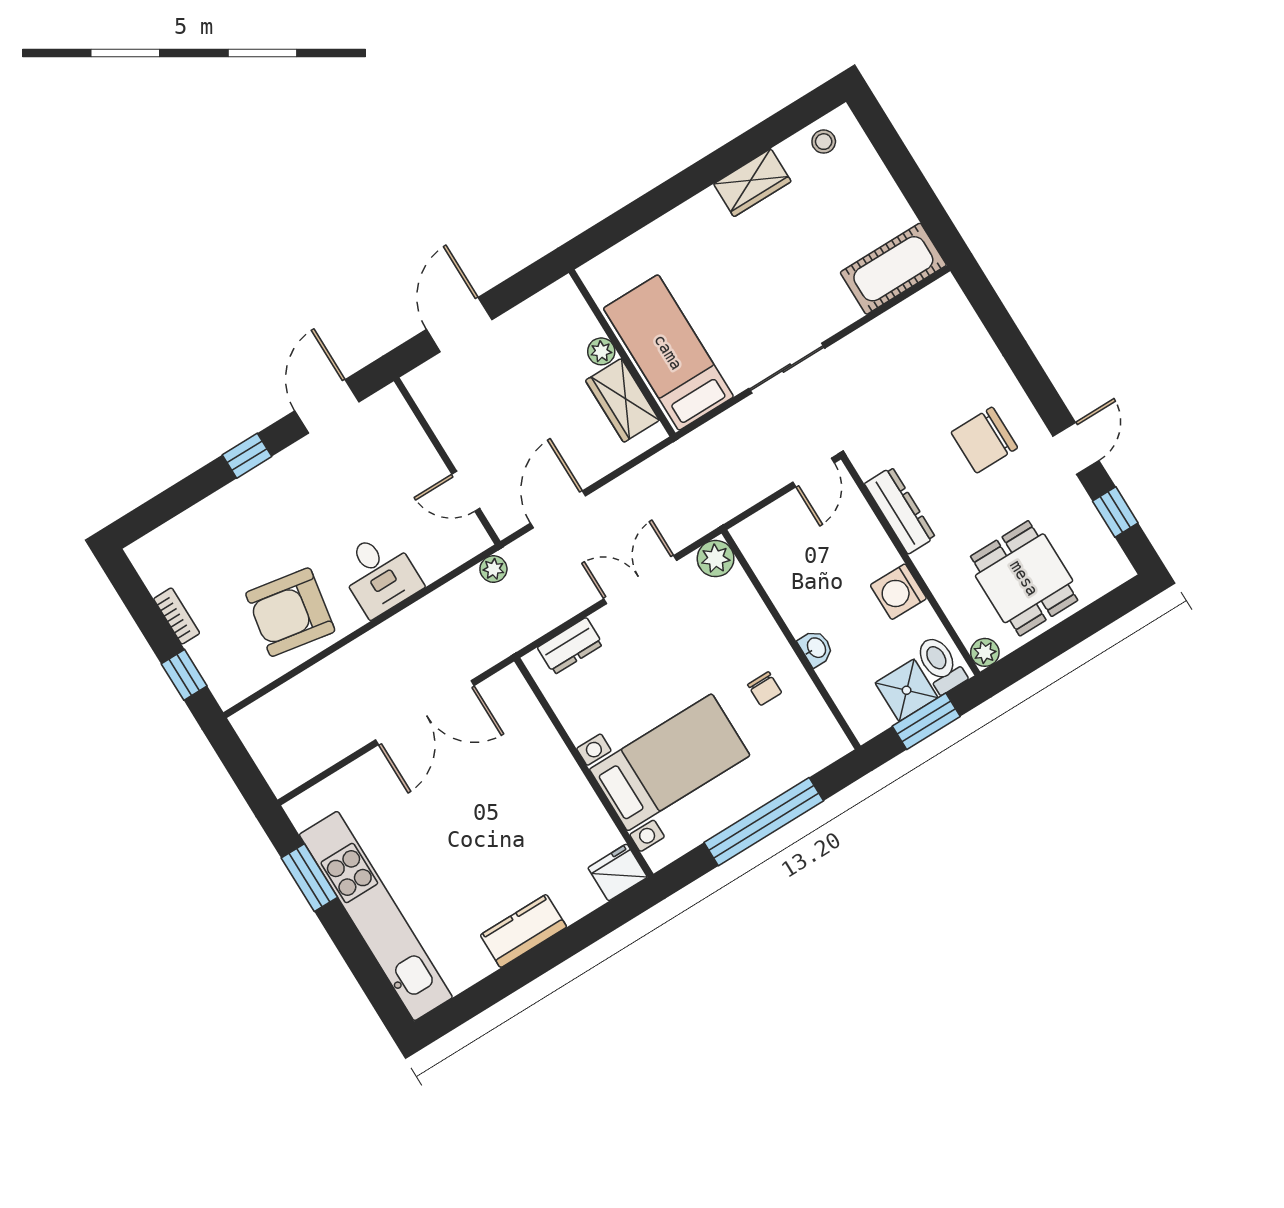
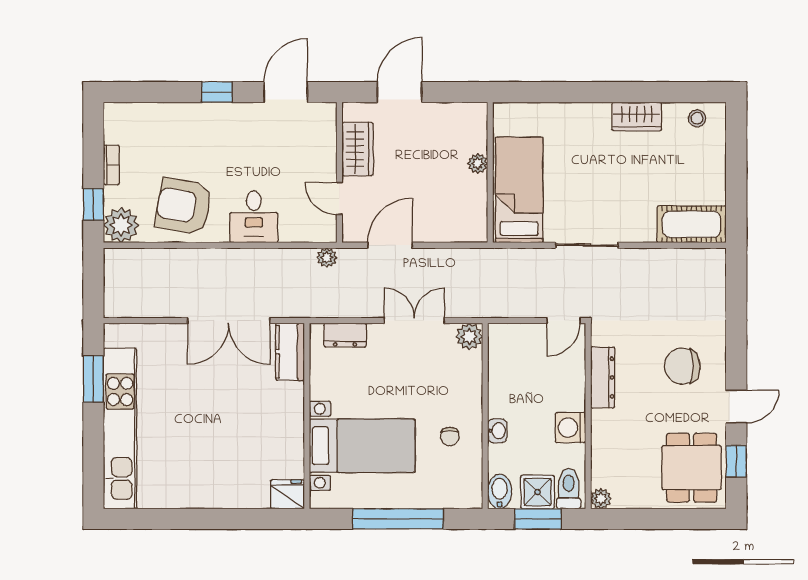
wardrobe: (622, 400) -> (358, 149), moved, turned 180
dining table: (1024, 578) -> (692, 468), moved
plant: (231, 679) -> (121, 225), added
bidet: (862, 717) -> (500, 492), added
kitchen counter: (523, 931) -> (290, 352), moved, turned -90

